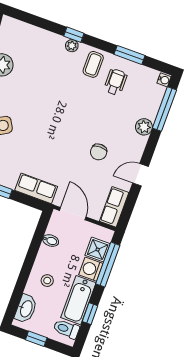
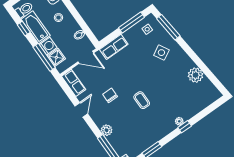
coffee table: (93, 64) -> (142, 100), moved
wheelchair: (115, 82) -> (142, 132), removed

